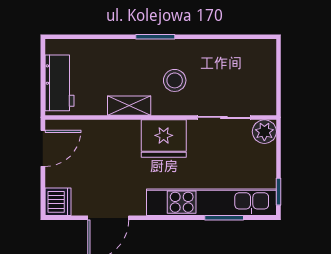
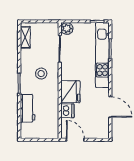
workbench: (59, 83) -> (28, 108), moved, turned 90
shelving: (129, 106) -> (25, 37), moved
fridge: (164, 138) -> (70, 92), moved
dishwasher: (58, 202) -> (67, 111), moved, turned 90

